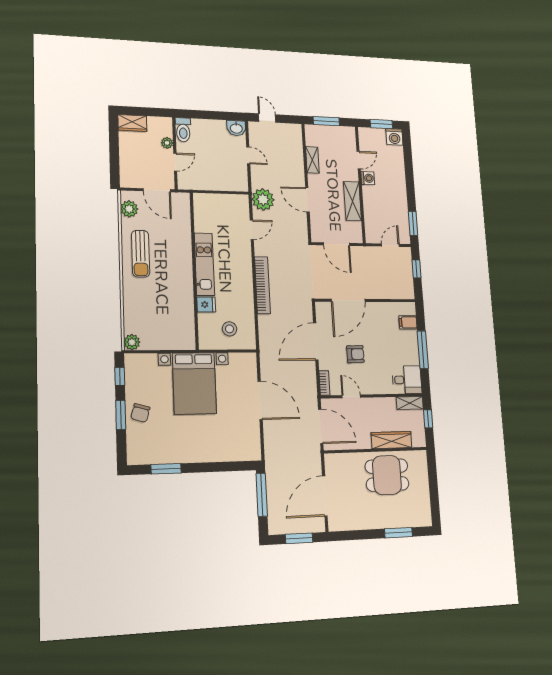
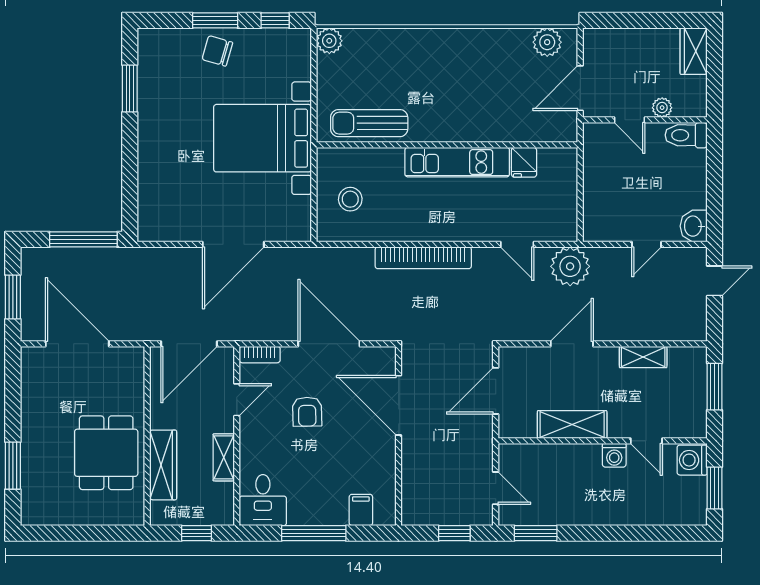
washing machine: (394, 137) -> (692, 460), moved
sun lounger: (141, 254) -> (369, 123), moved
fridge: (206, 304) -> (524, 162), moved
shelving: (410, 403) -> (224, 457), moved

